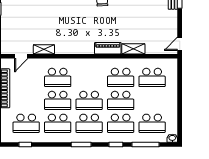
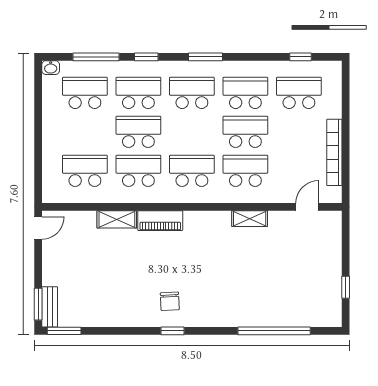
shelving: (44, 49) -> (250, 219), moved
school desk: (89, 100) -> (192, 171), moved

